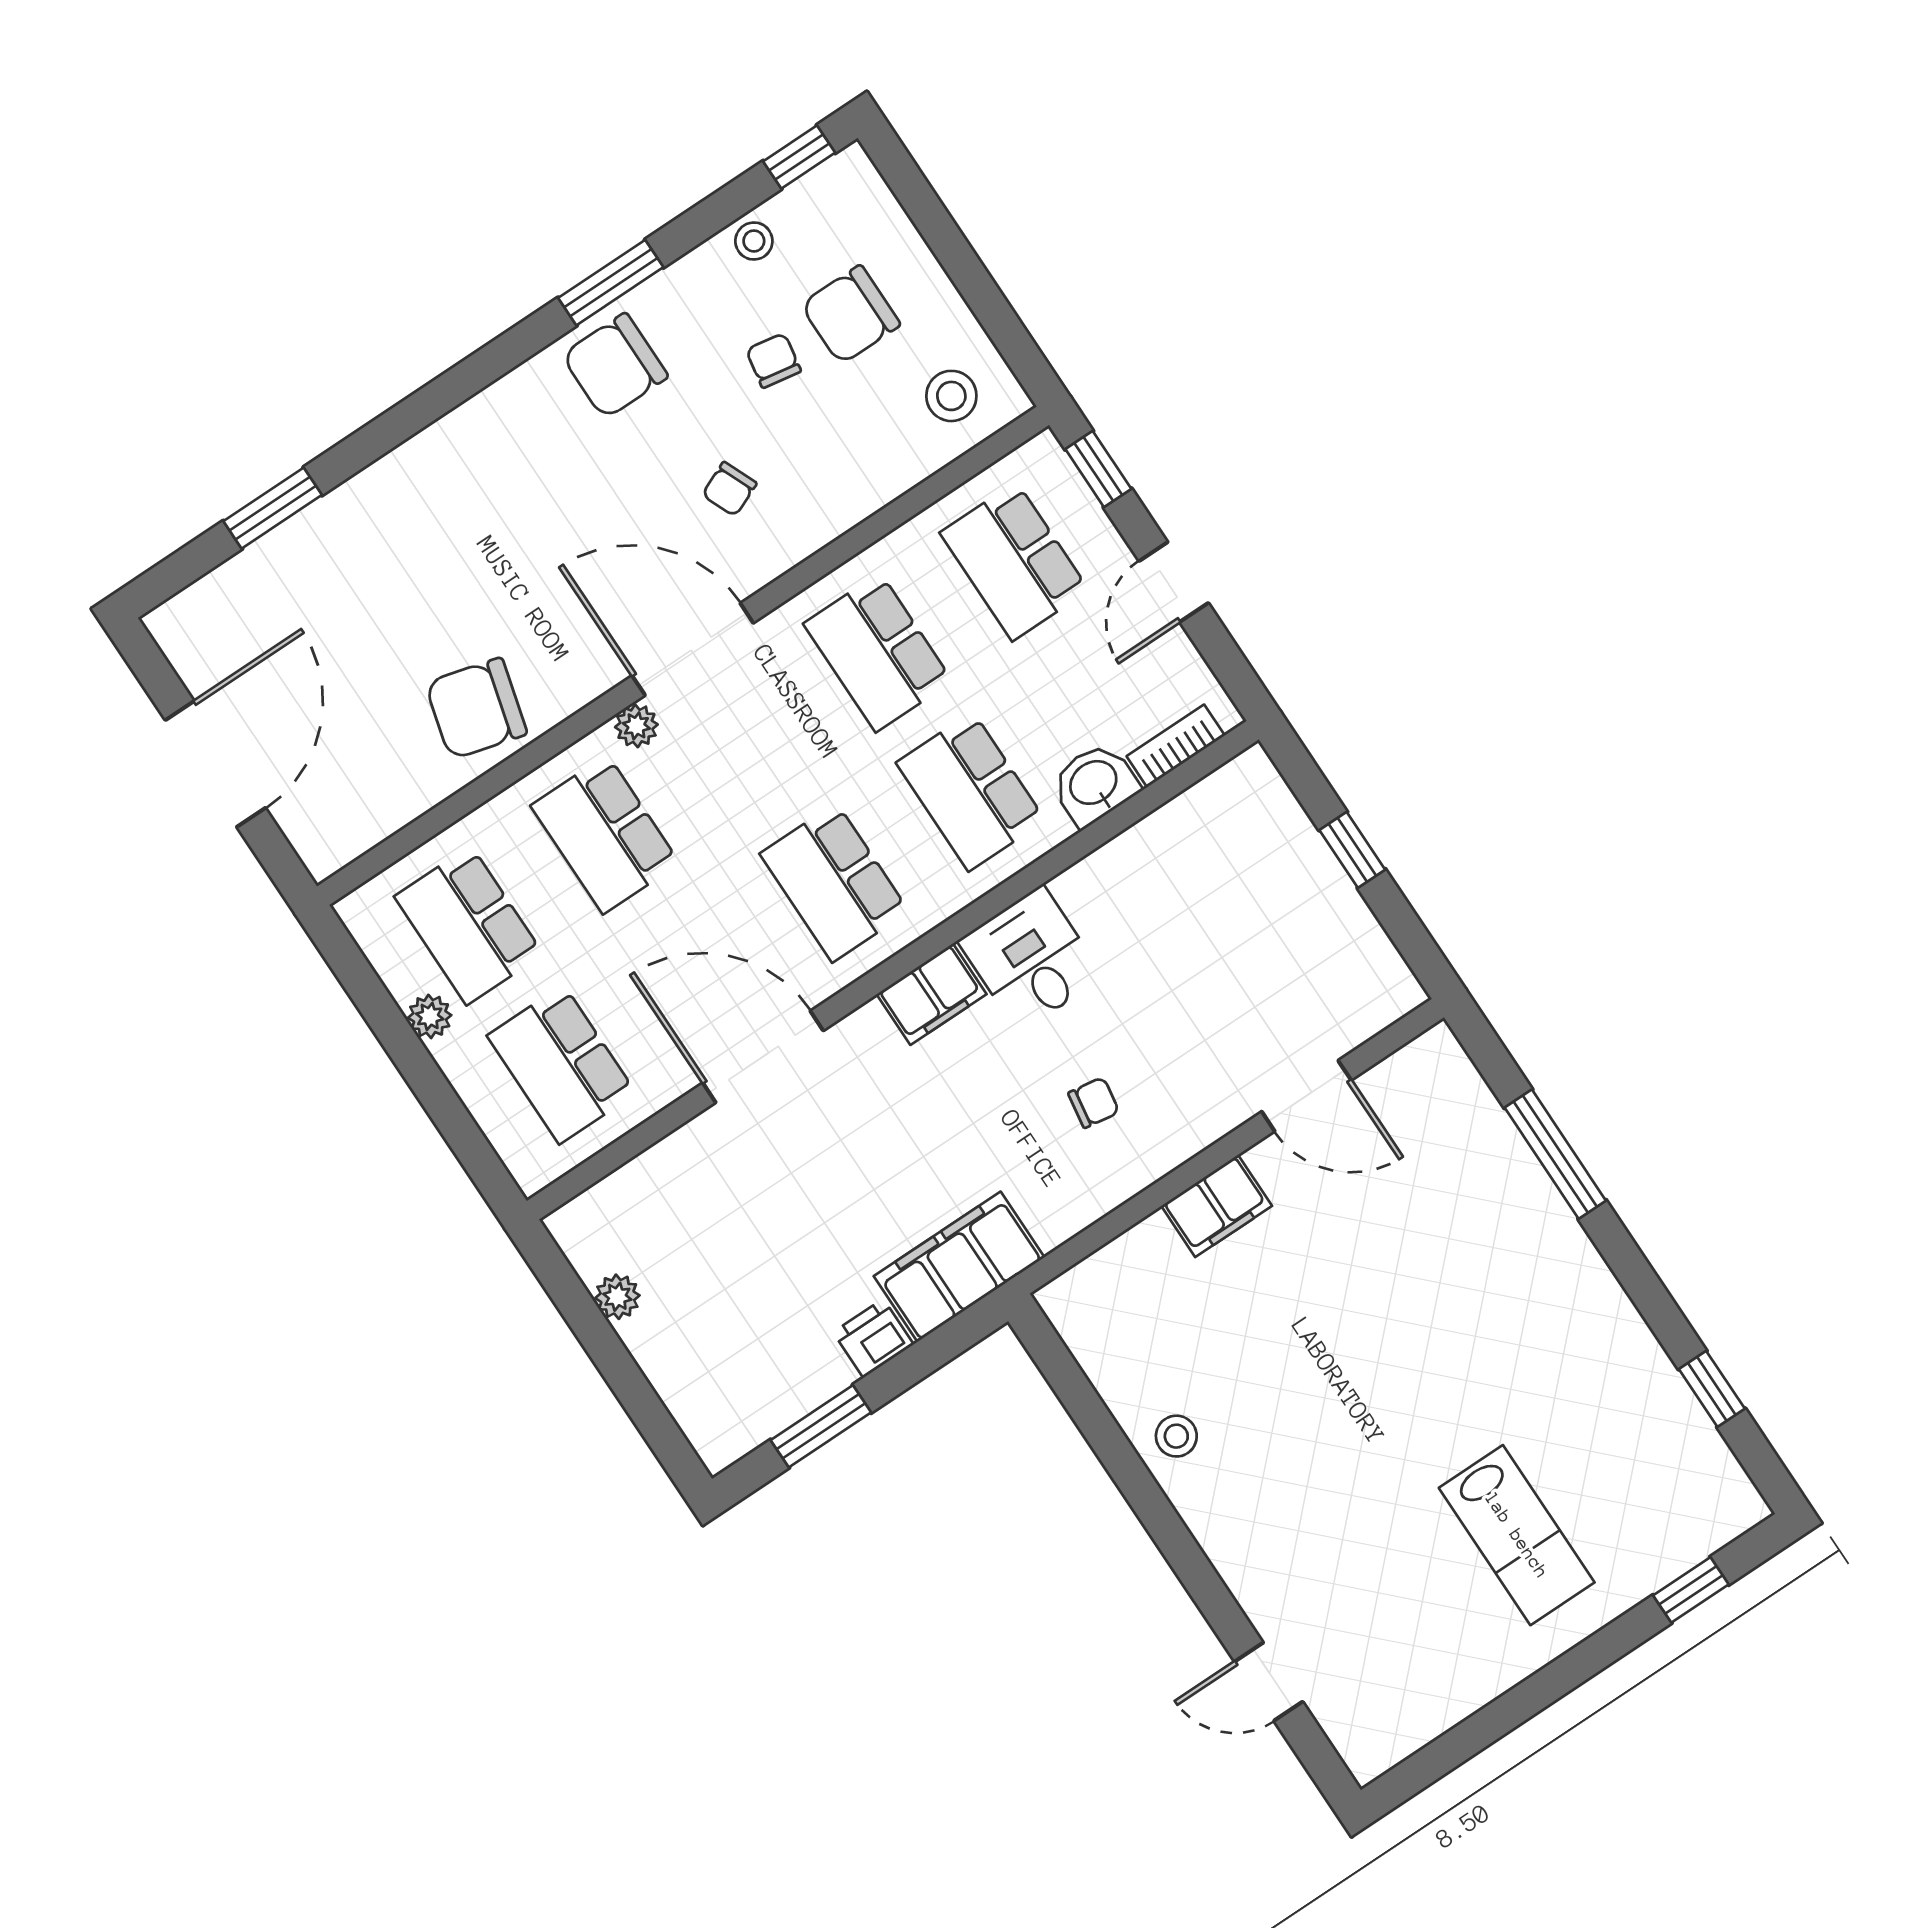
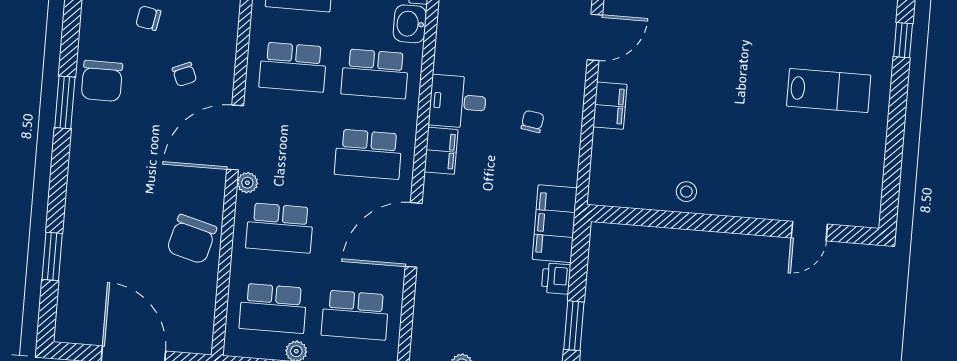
window: (611, 283) -> (65, 102), moved

